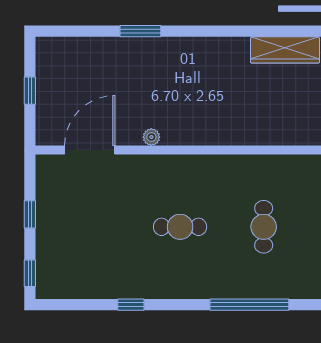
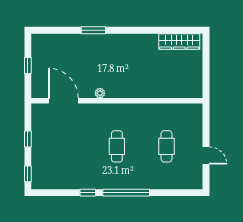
door: (90, 150) -> (63, 101), hinge flipped
cafe table: (180, 227) -> (117, 146), turned 90
window: (249, 305) -> (126, 193), moved

